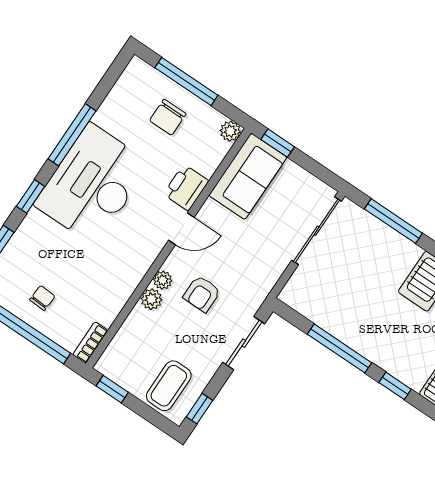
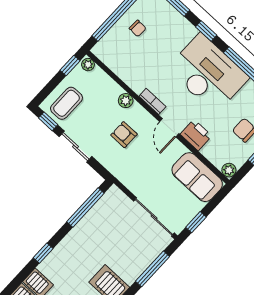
window: (278, 143) -> (196, 222), moved
plant: (163, 280) -> (88, 65), moved
bookcase: (90, 343) -> (152, 101), moved
sliding door: (244, 343) -> (75, 147), moved
window: (339, 348) -> (85, 208), moved
coffee table: (169, 386) -> (66, 103), turned 90

